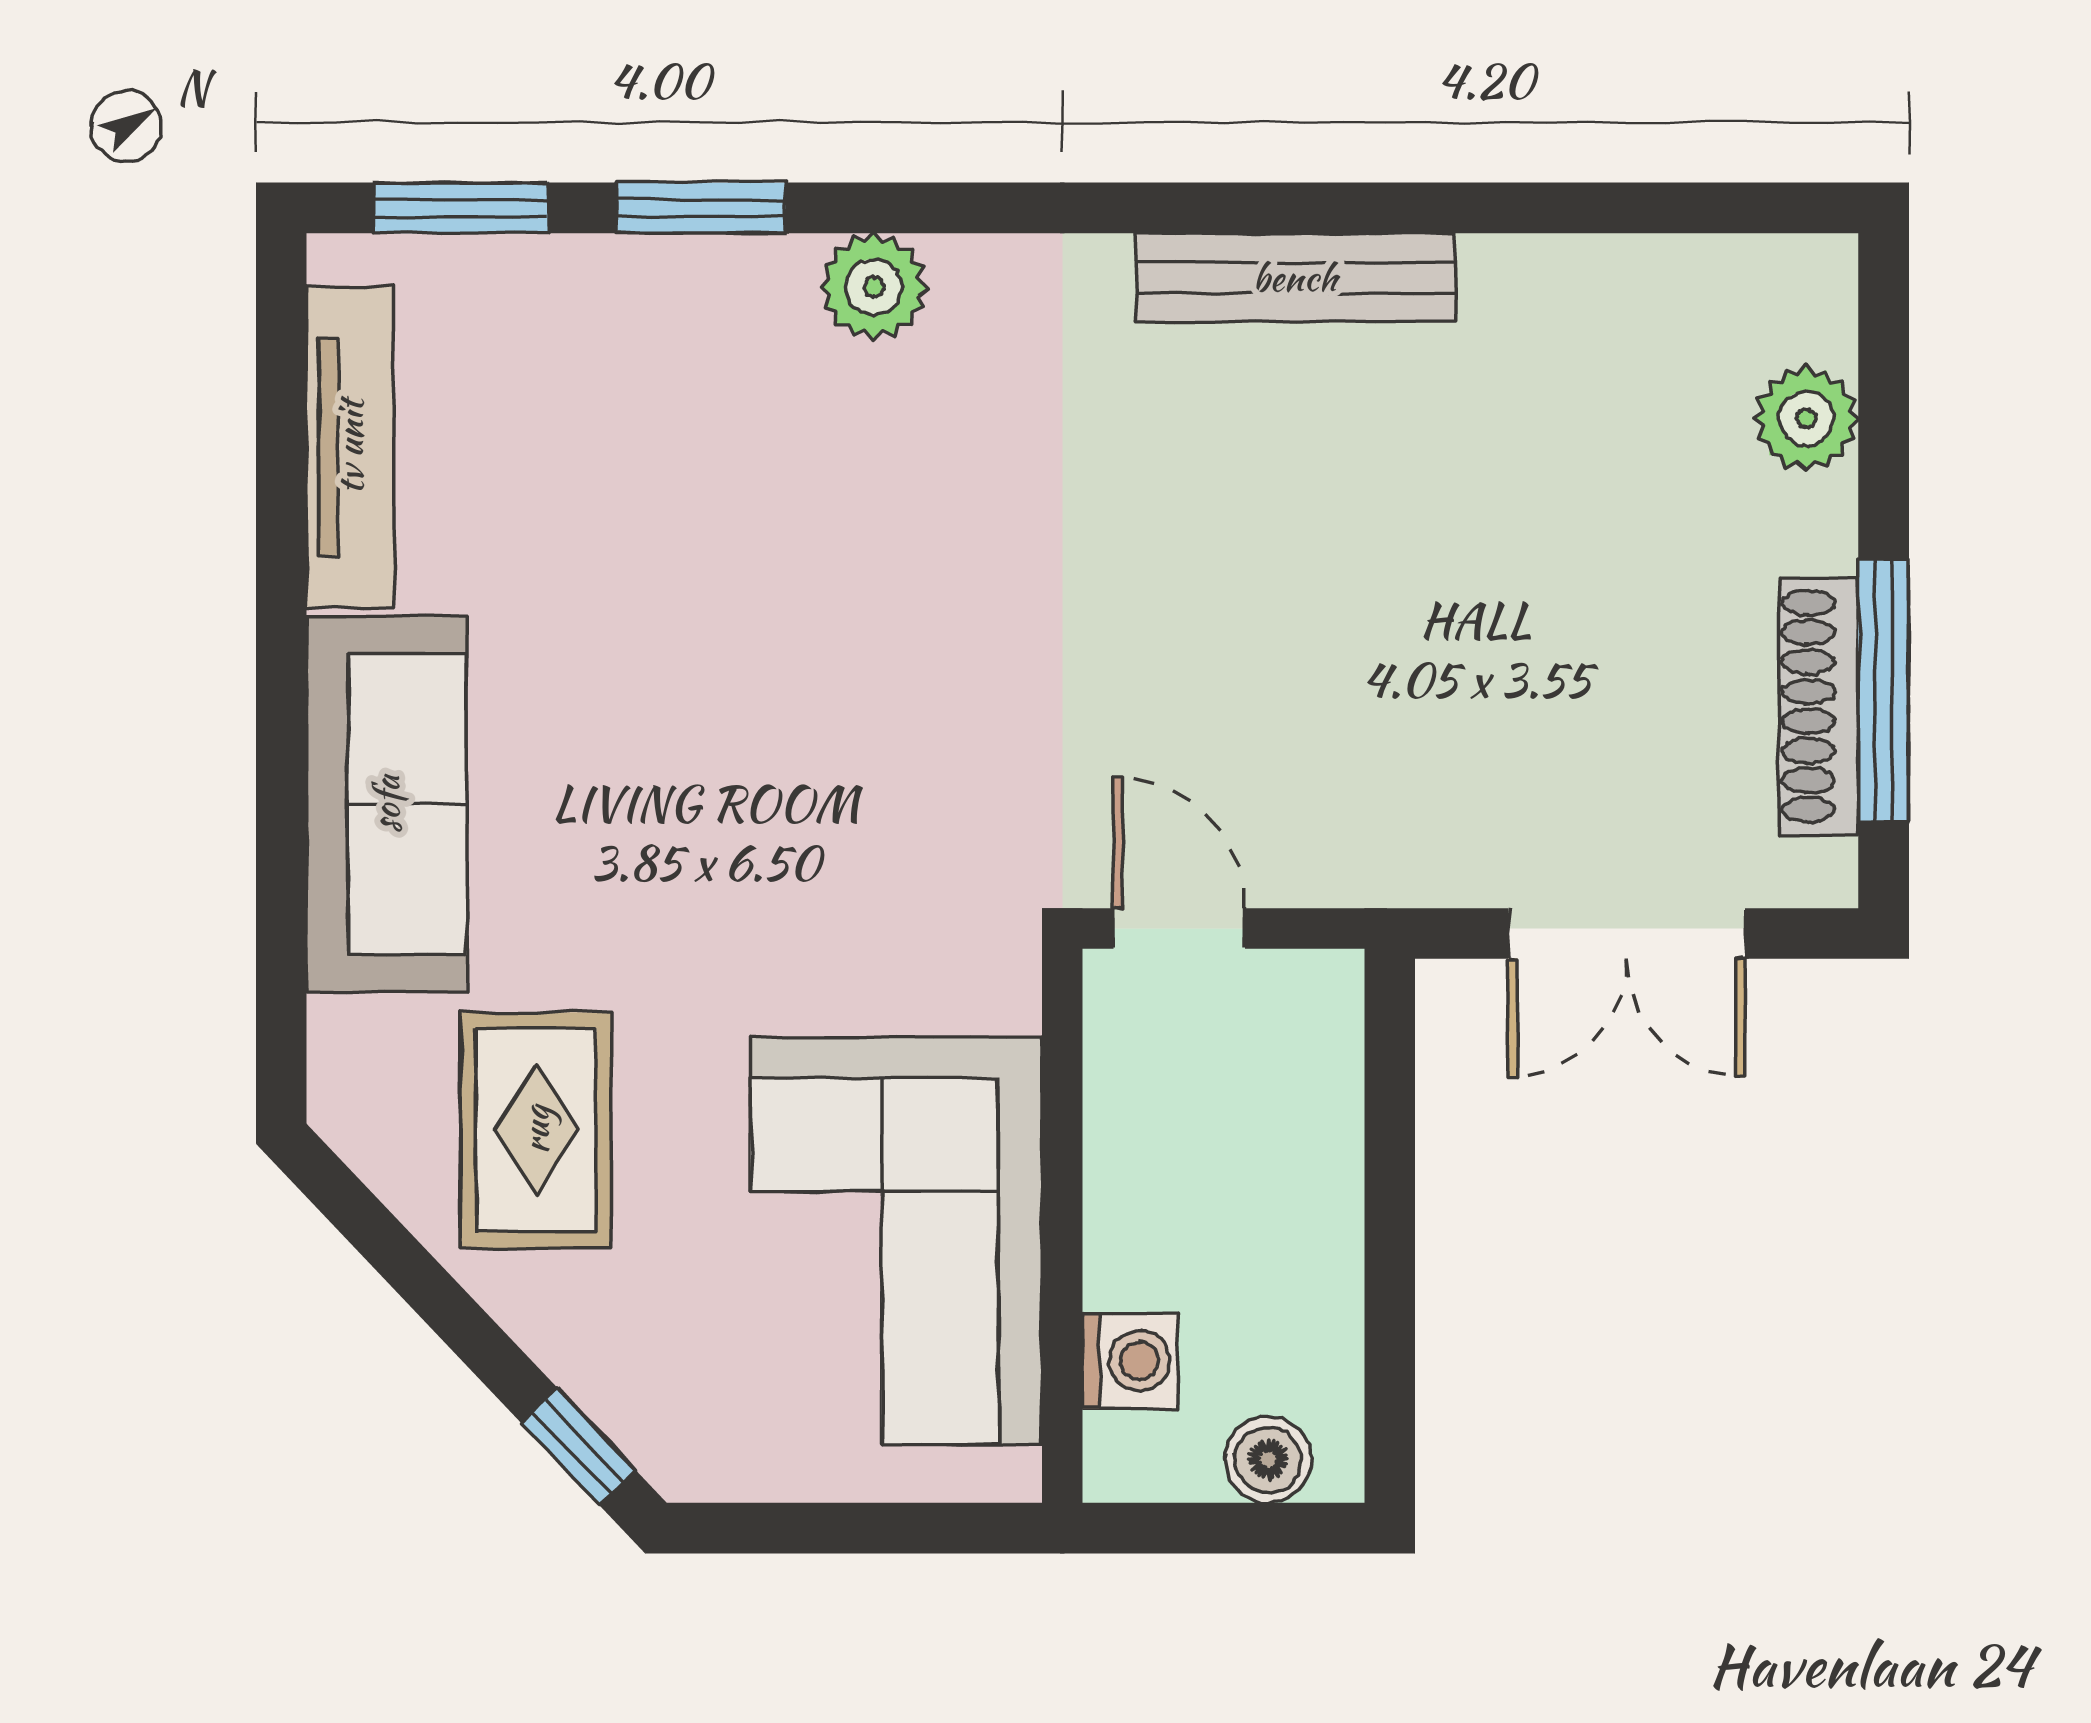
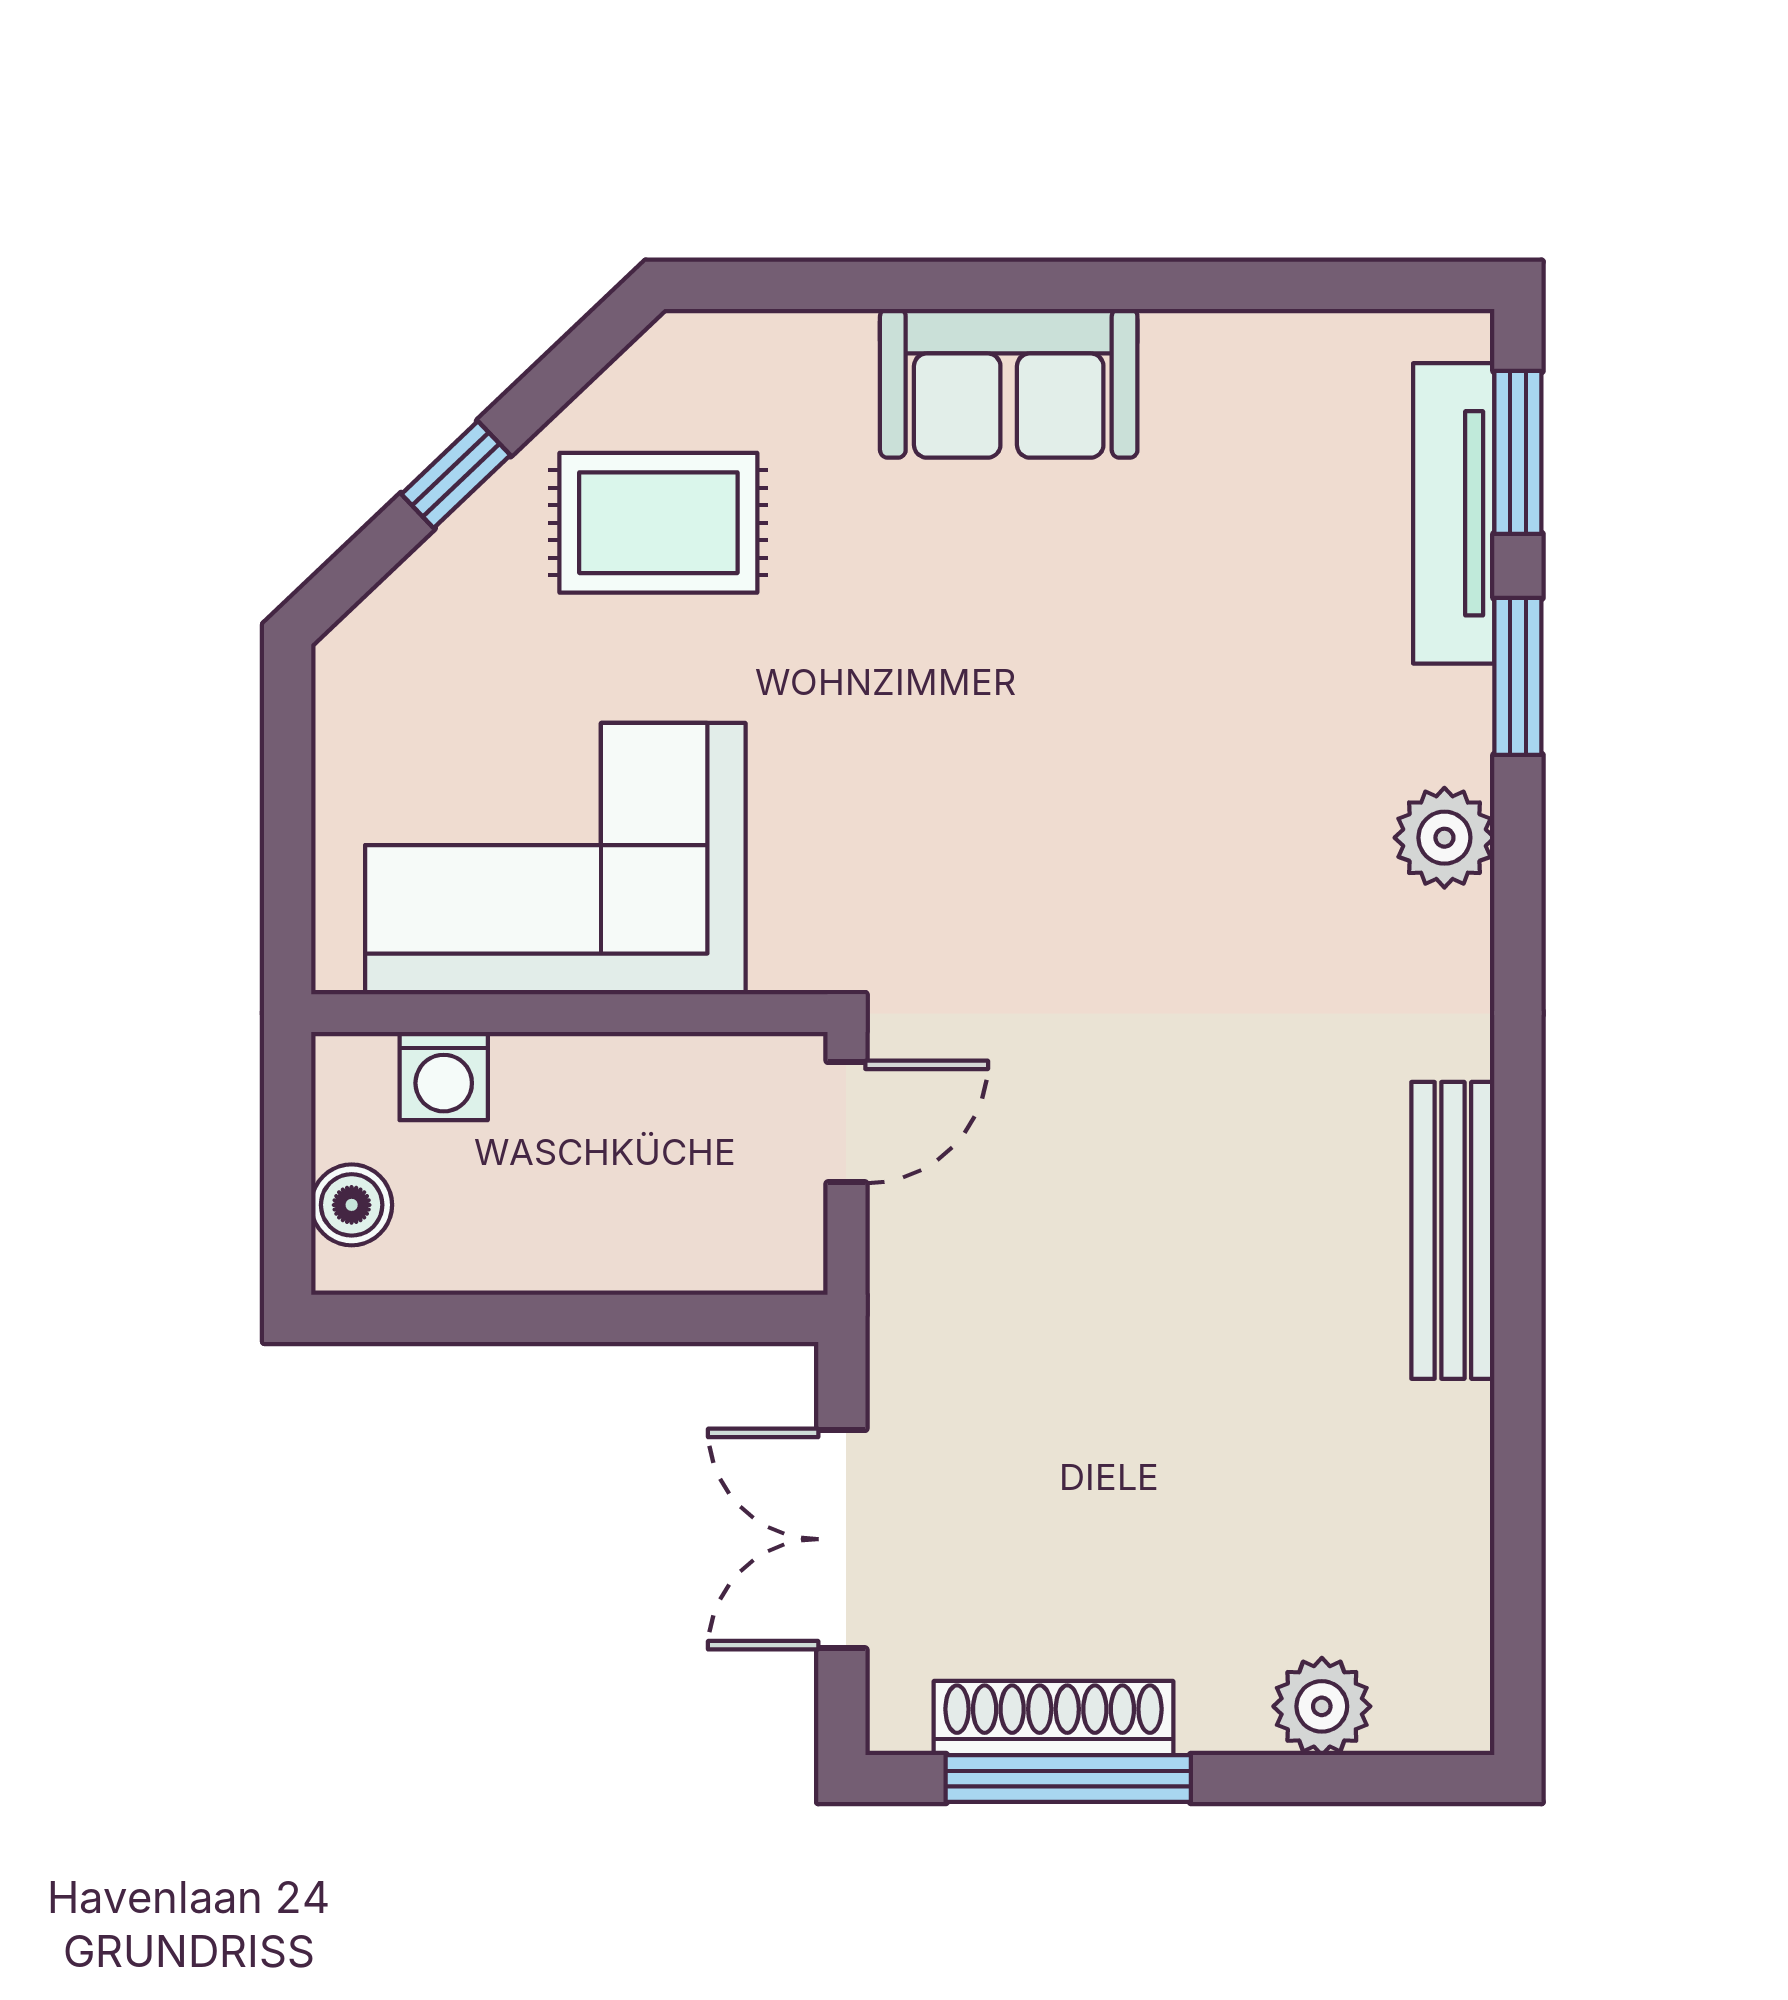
tv unit: (350, 447) -> (1454, 513), moved, turned 90
sofa: (386, 804) -> (1009, 383), width x0.73
window: (578, 1447) -> (456, 475), moved

